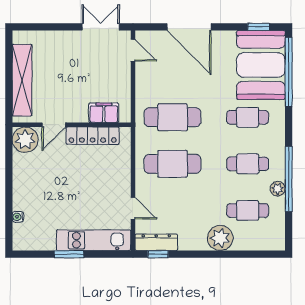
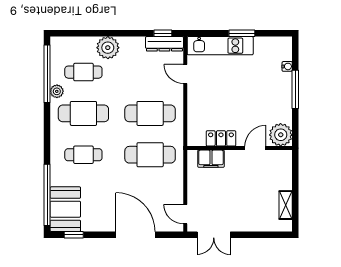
booth: (261, 65) -> (65, 209), width x0.73, depth x0.70
shelving: (22, 80) -> (286, 205), width x0.45, depth x0.75
locker: (93, 136) -> (221, 138), width x0.66
cafe table: (248, 164) -> (83, 113), width x1.37, depth x1.35
window: (289, 179) -> (47, 74), moved
window: (9, 191) -> (295, 89), added

